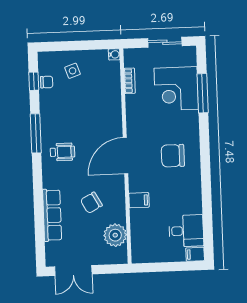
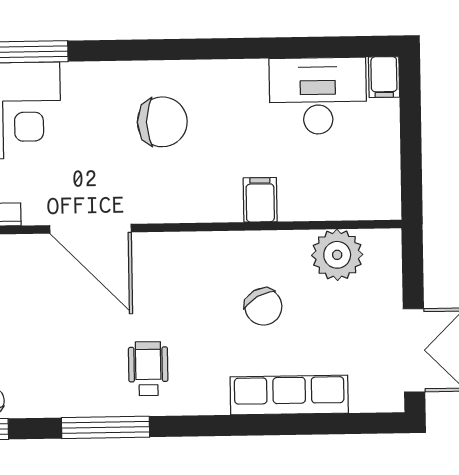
door: (126, 156) -> (90, 229), moved
chair: (173, 156) -> (162, 122), turned -90
desk: (186, 231) -> (318, 96), width x1.37

